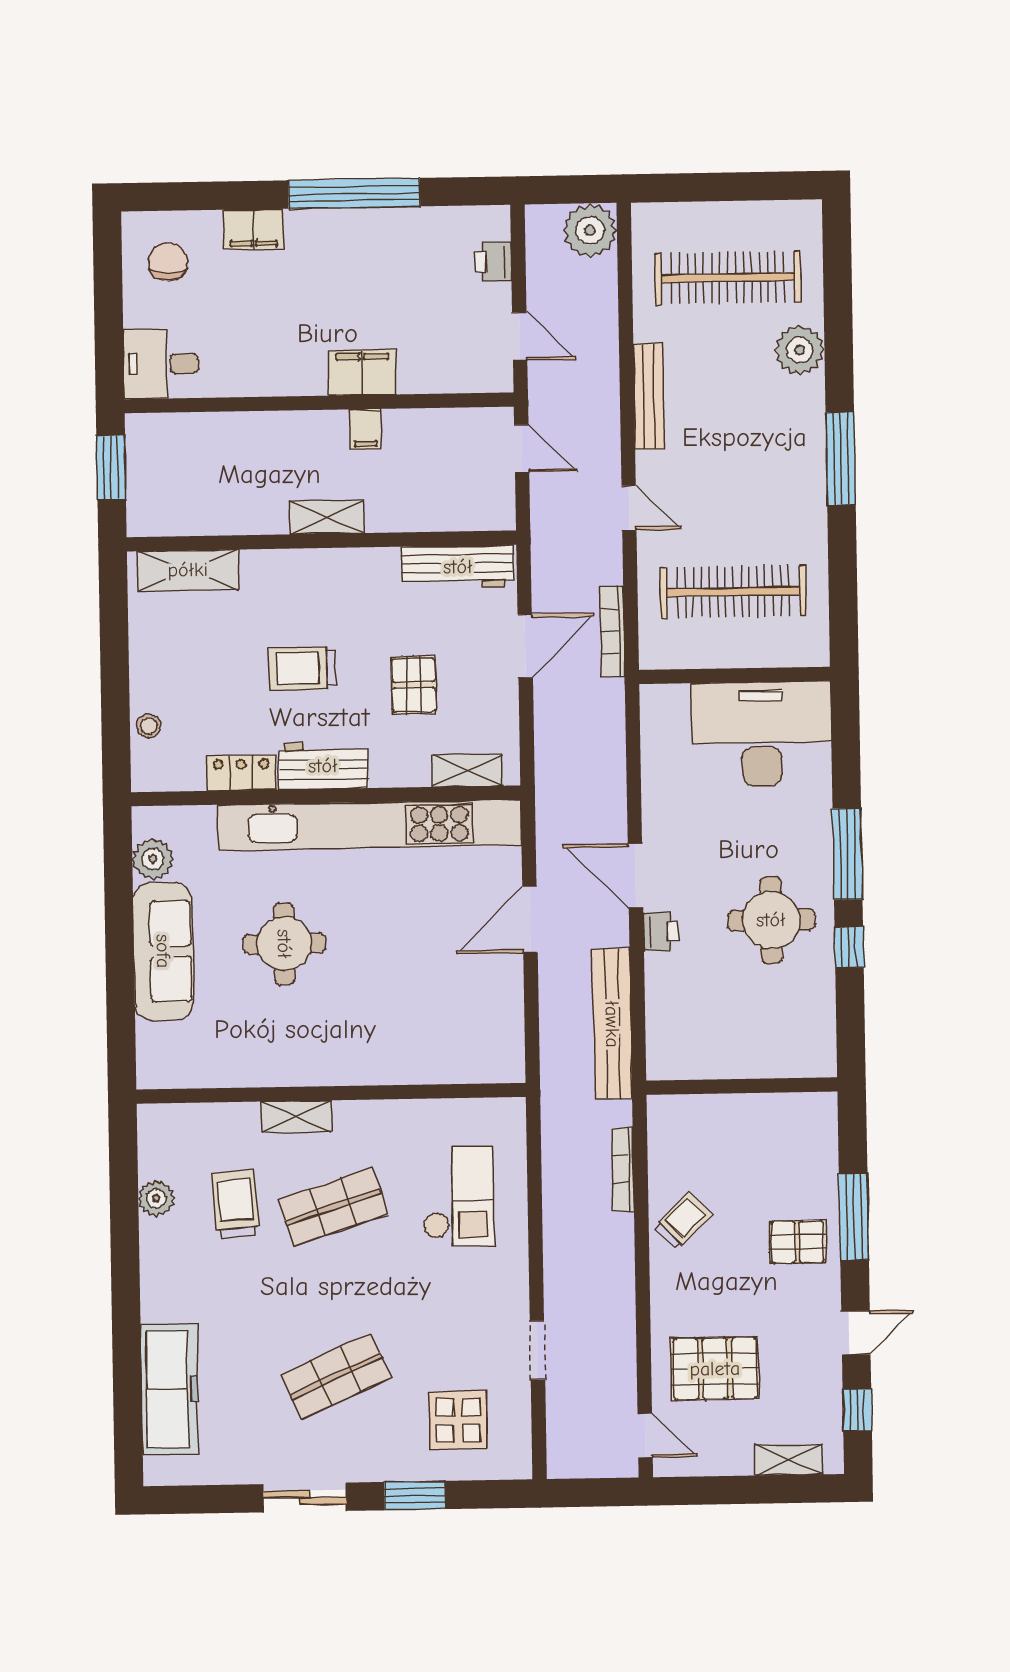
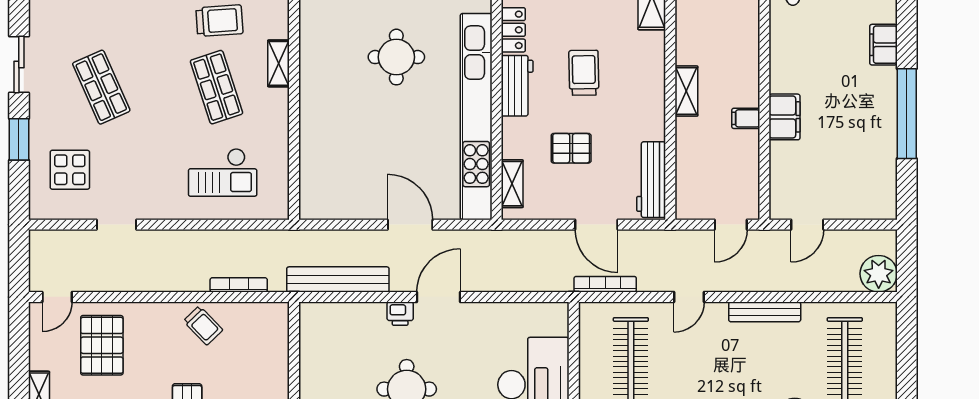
printer: (493, 262) -> (858, 208), removed

